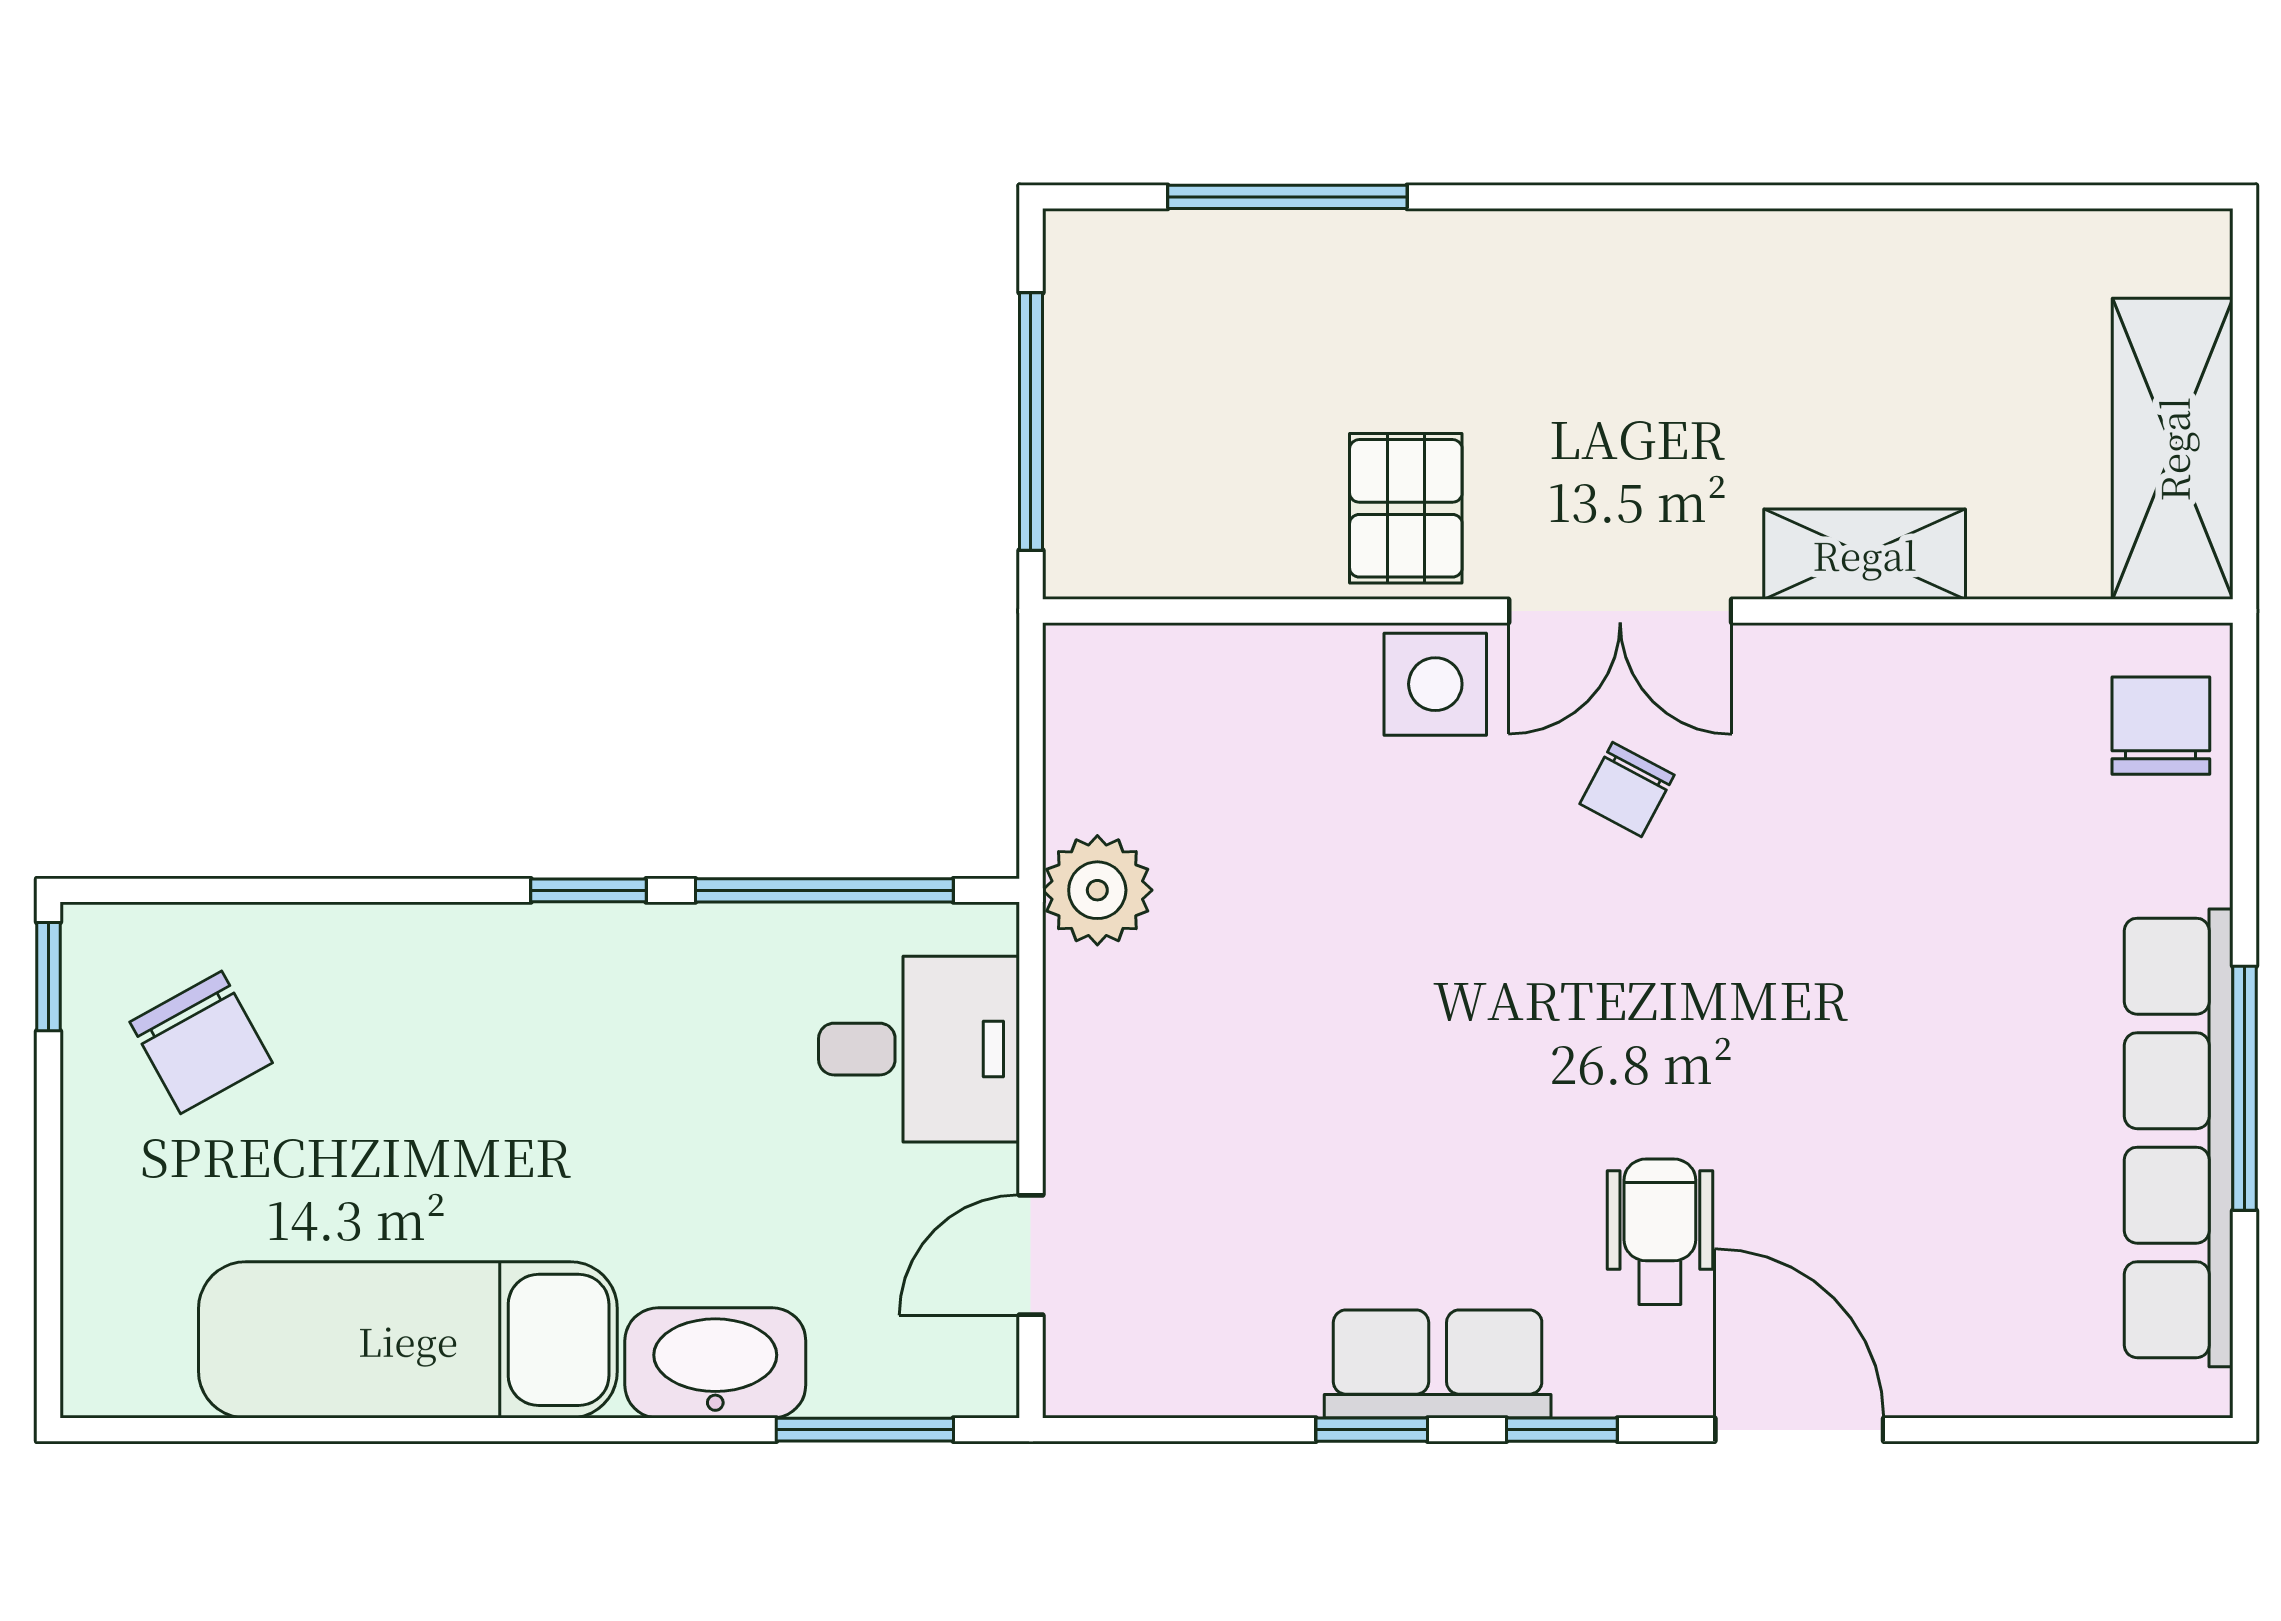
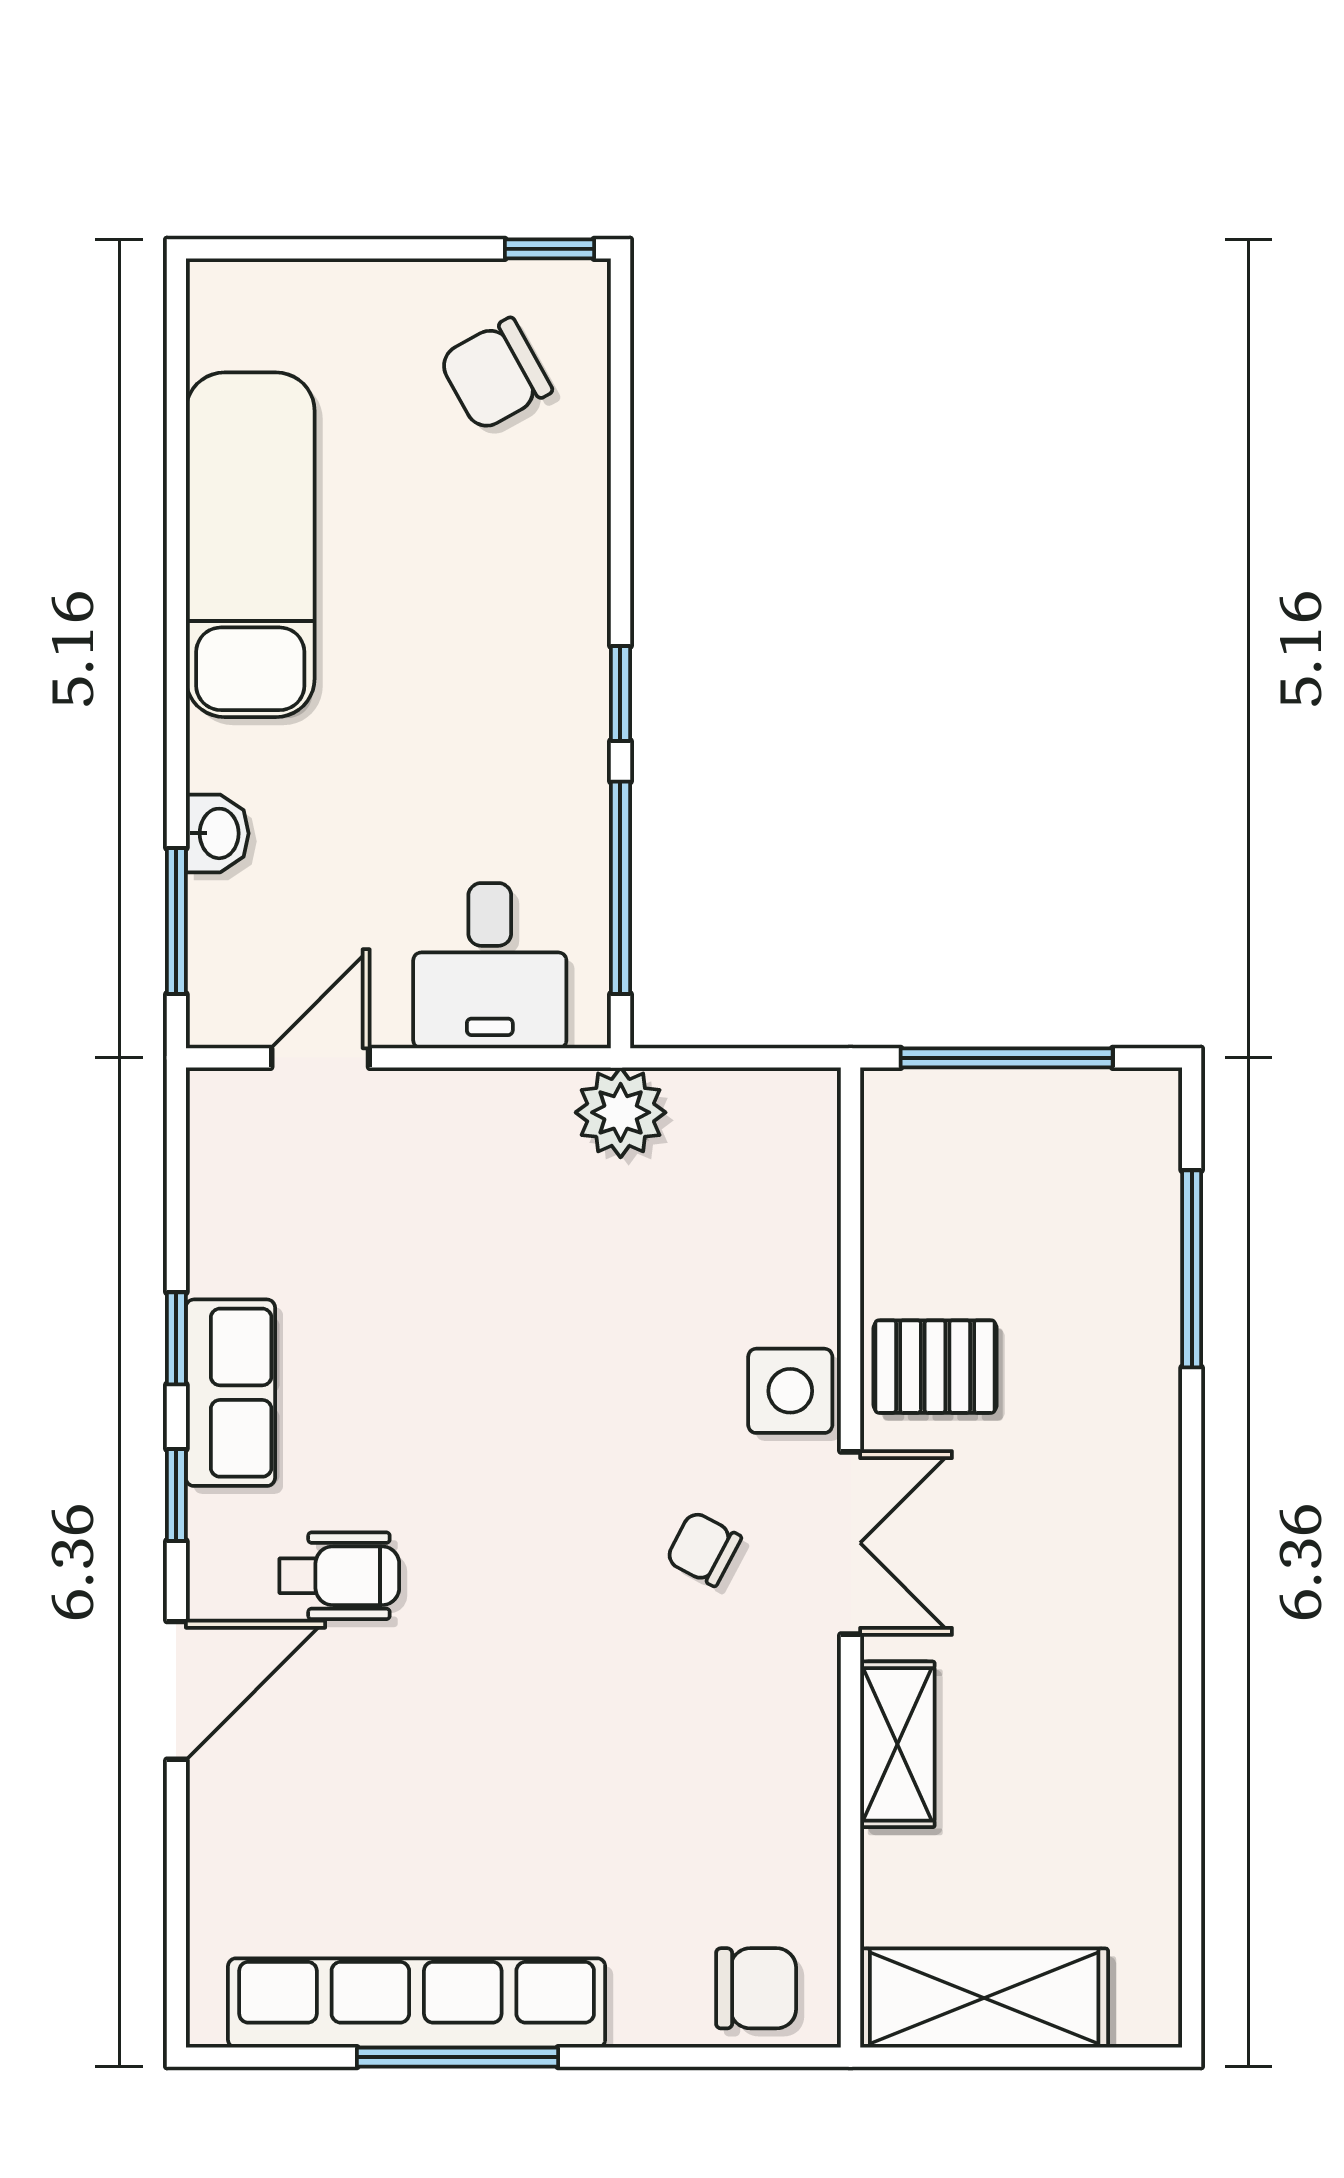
double door: (1620, 611) -> (851, 1543), swing flipped
door: (1031, 1255) -> (320, 1058), hinge flipped
washbasin: (715, 1363) -> (217, 833), width x0.52, depth x0.69

